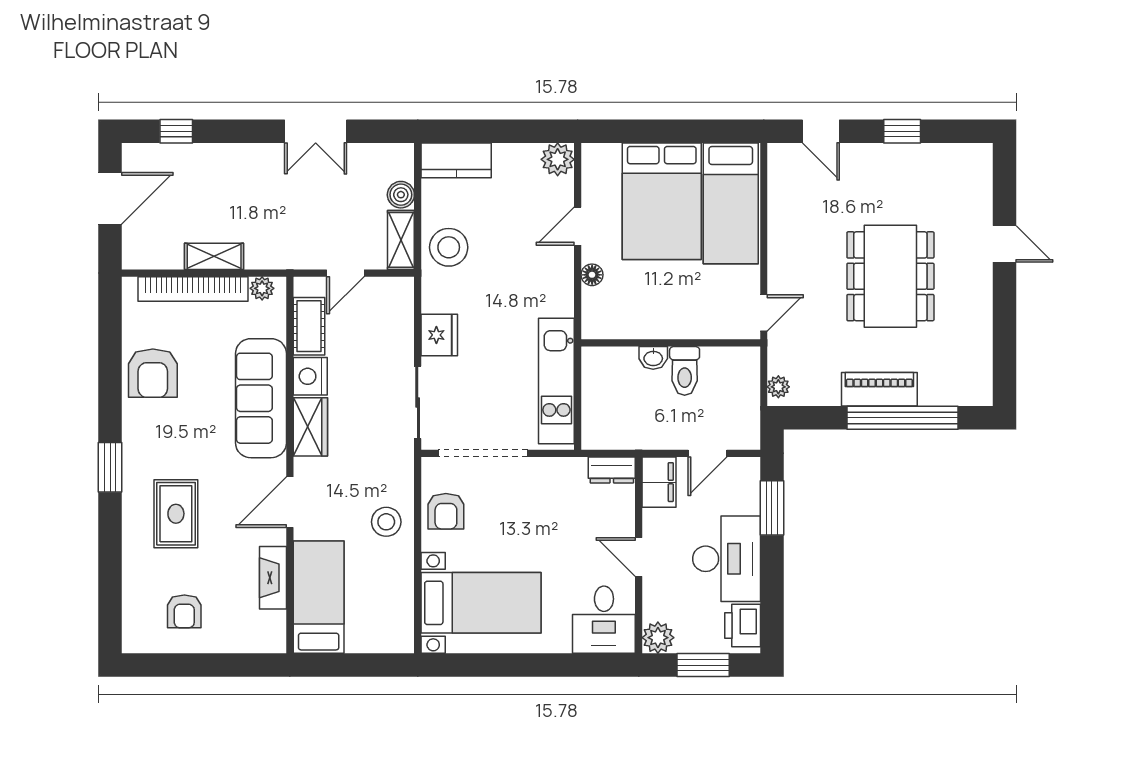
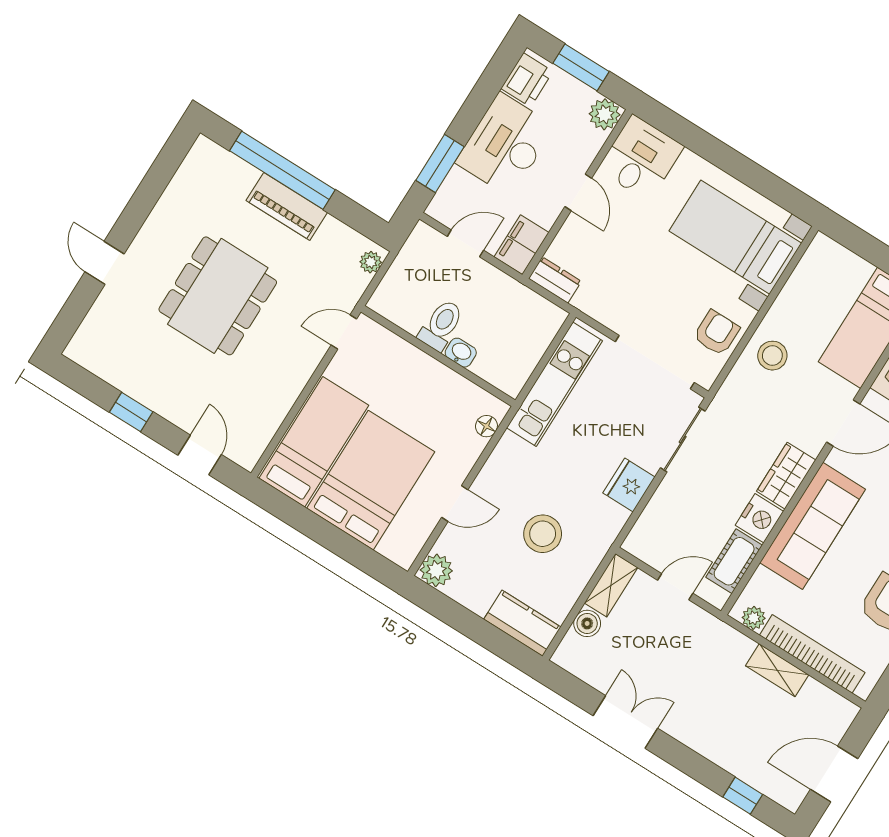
stool: (449, 247) -> (543, 534), moved
floor lamp: (592, 275) -> (486, 426), moved

